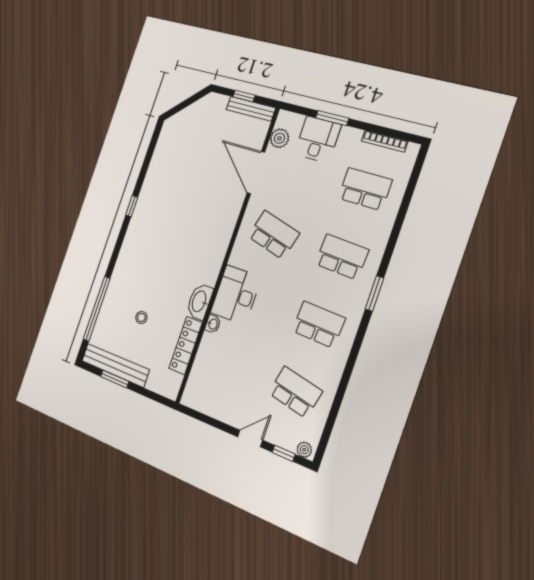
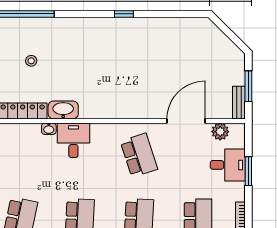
window: (244, 96) -> (248, 86), width x1.50
bench: (251, 109) -> (239, 103), width x0.73
school desk: (274, 235) -> (139, 155), turned -33
desk: (236, 295) -> (73, 140), width x0.73

